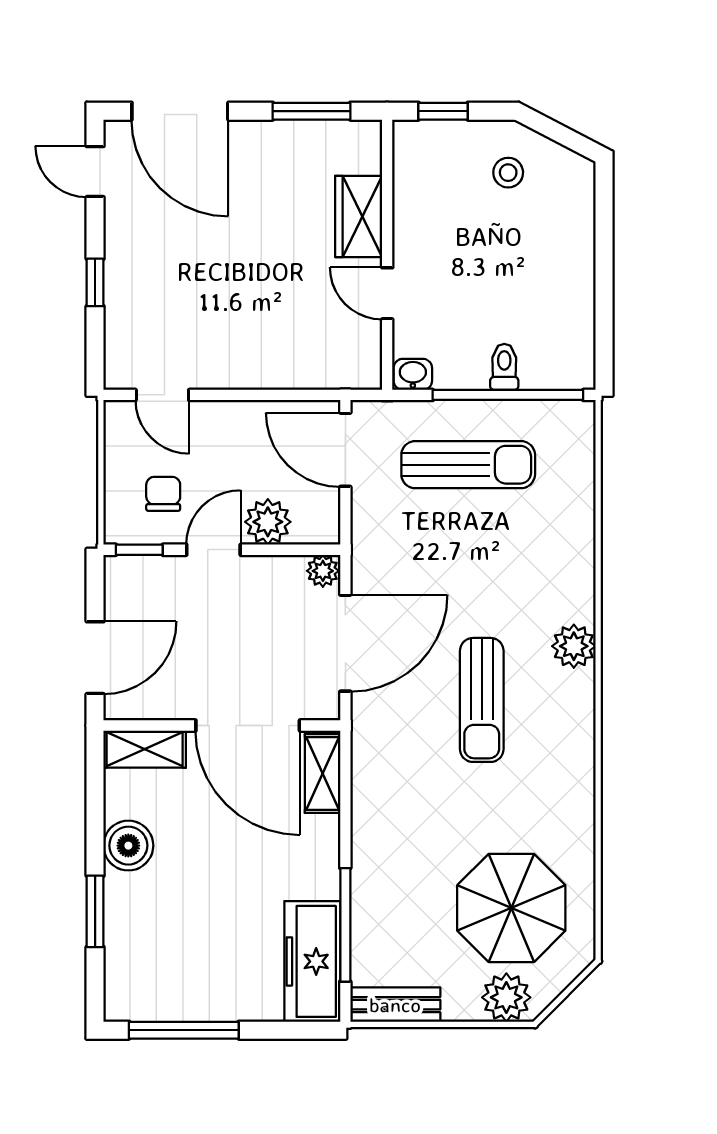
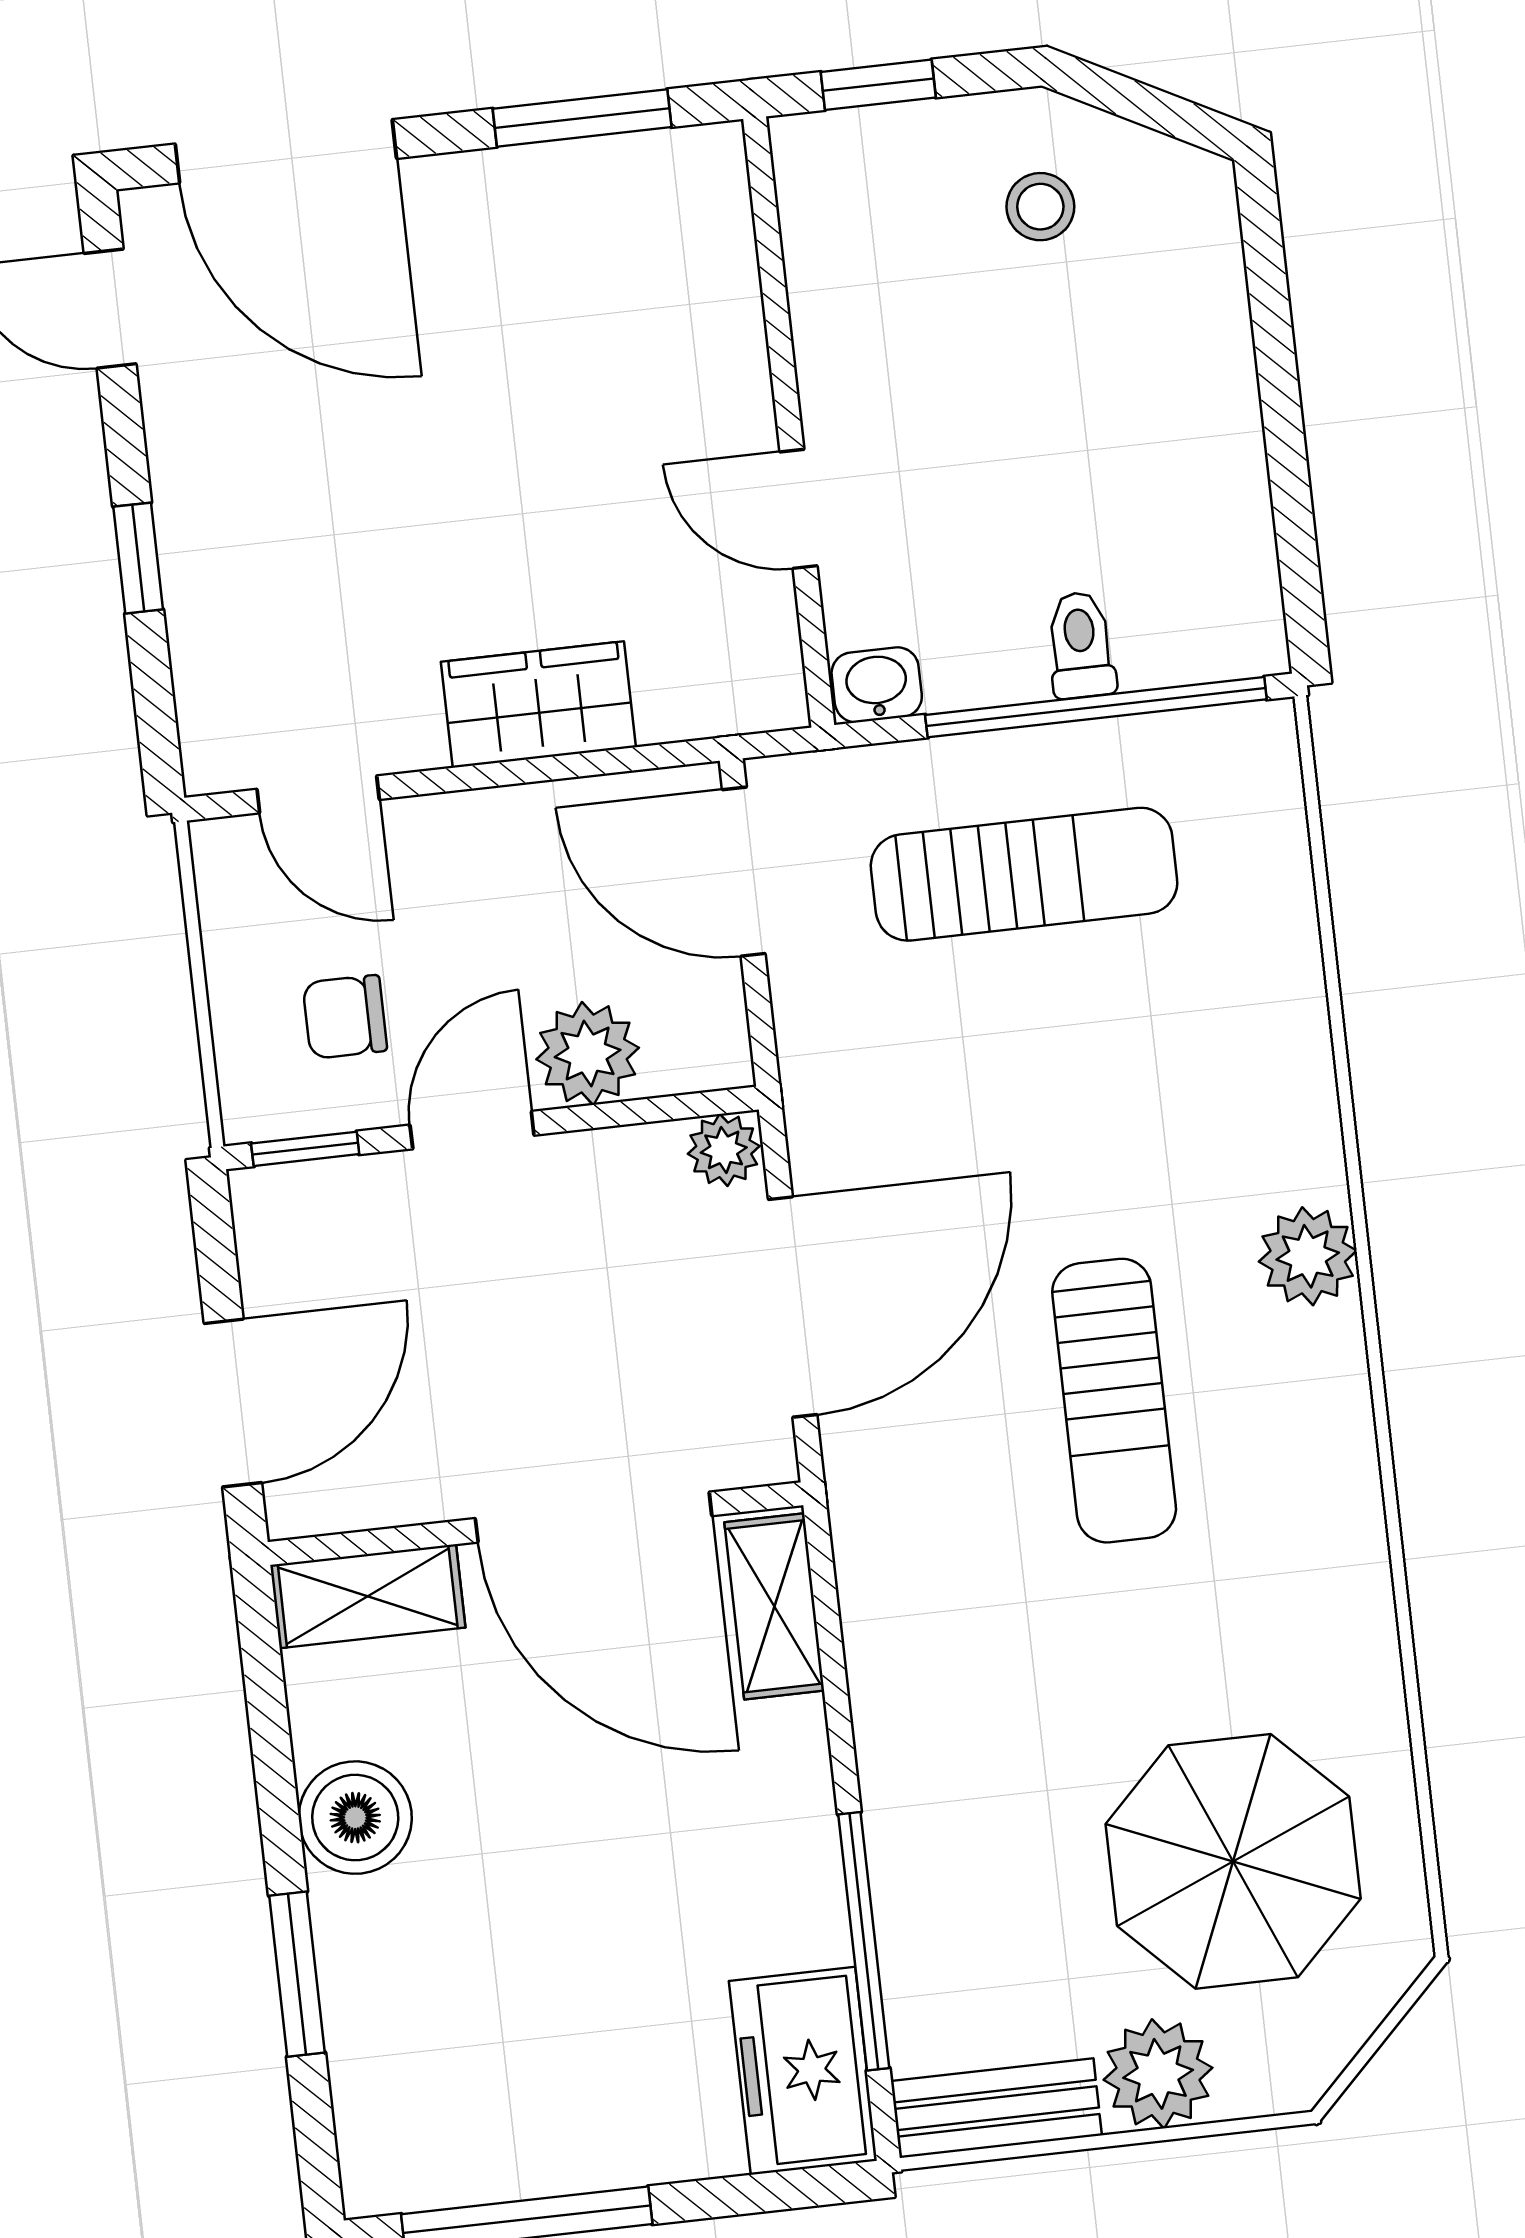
wardrobe: (359, 216) -> (538, 704), moved, turned 90
chair: (163, 494) -> (345, 1017), turned -90
freezer: (312, 961) -> (803, 2071), width x0.71
plant: (506, 997) -> (1158, 2074), moved

